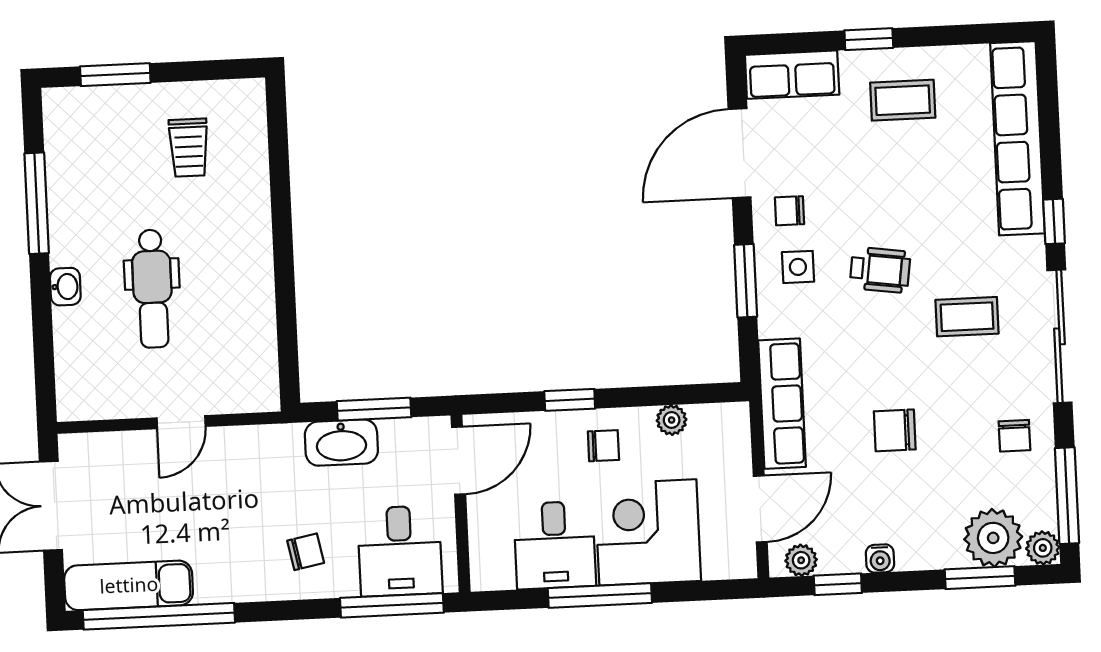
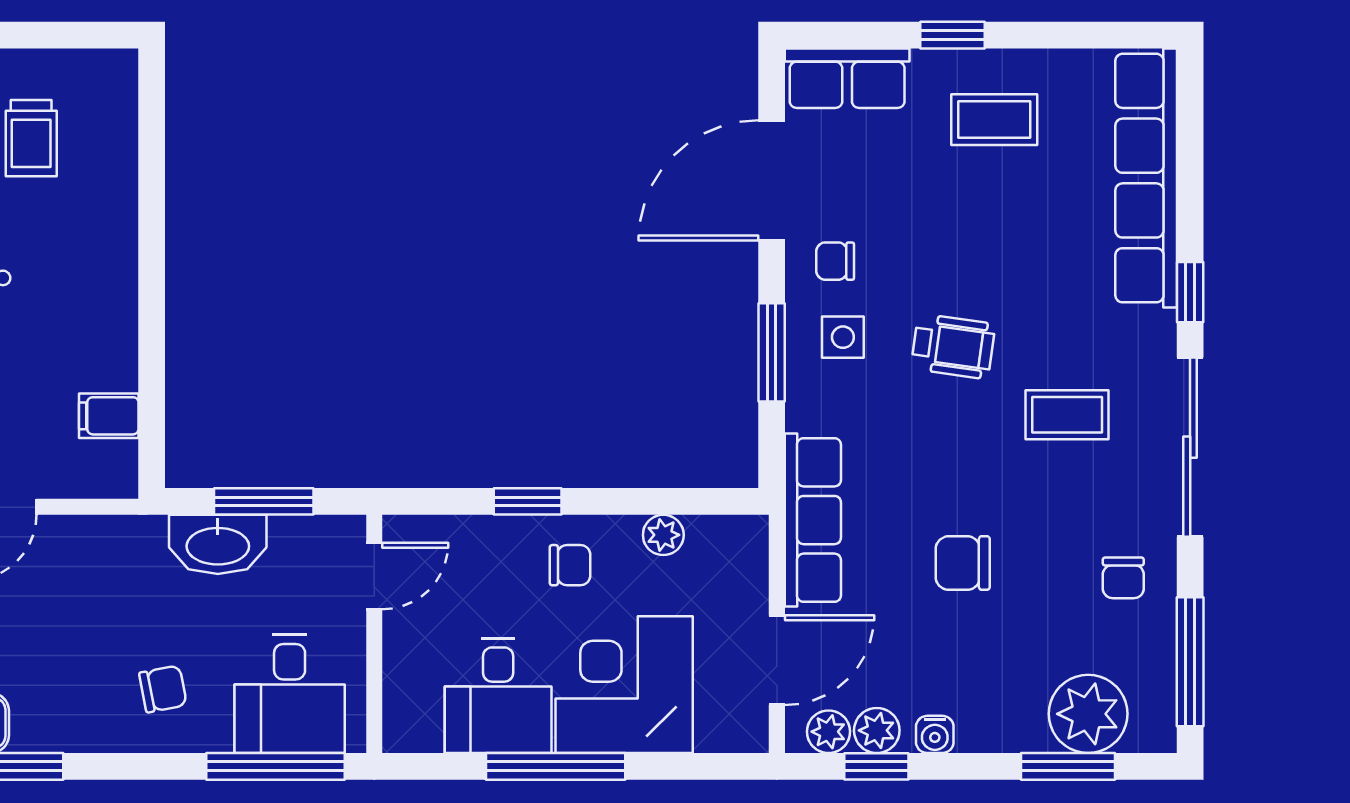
filing cabinet: (256, 351) -> (109, 416), added
door: (459, 461) -> (374, 576), width x0.73
plant: (1043, 548) -> (877, 730), moved

